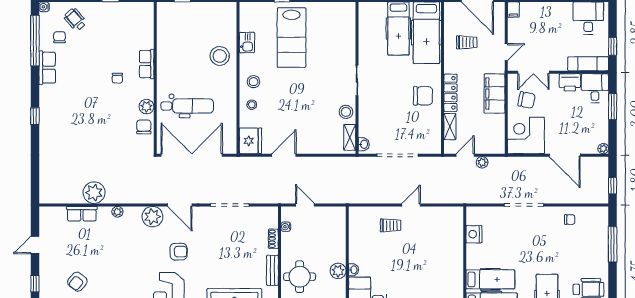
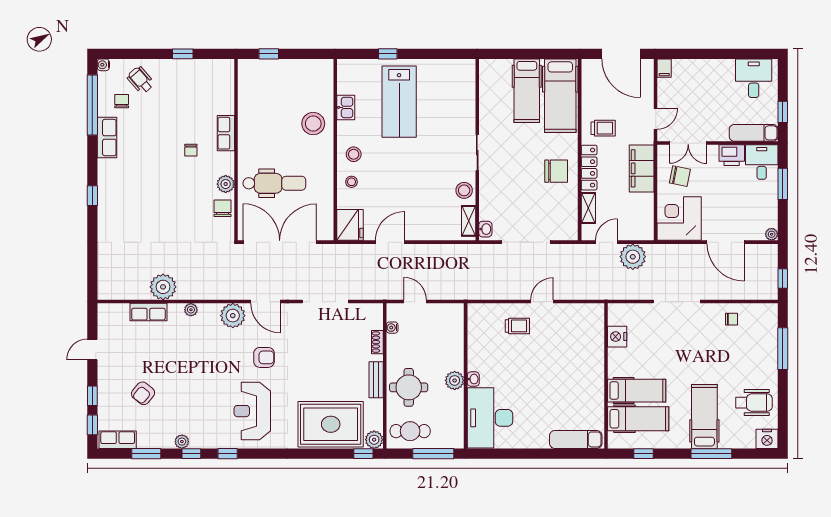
trolley: (467, 42) -> (603, 128), moved
plant: (482, 162) -> (633, 257), width x1.88, depth x1.88

